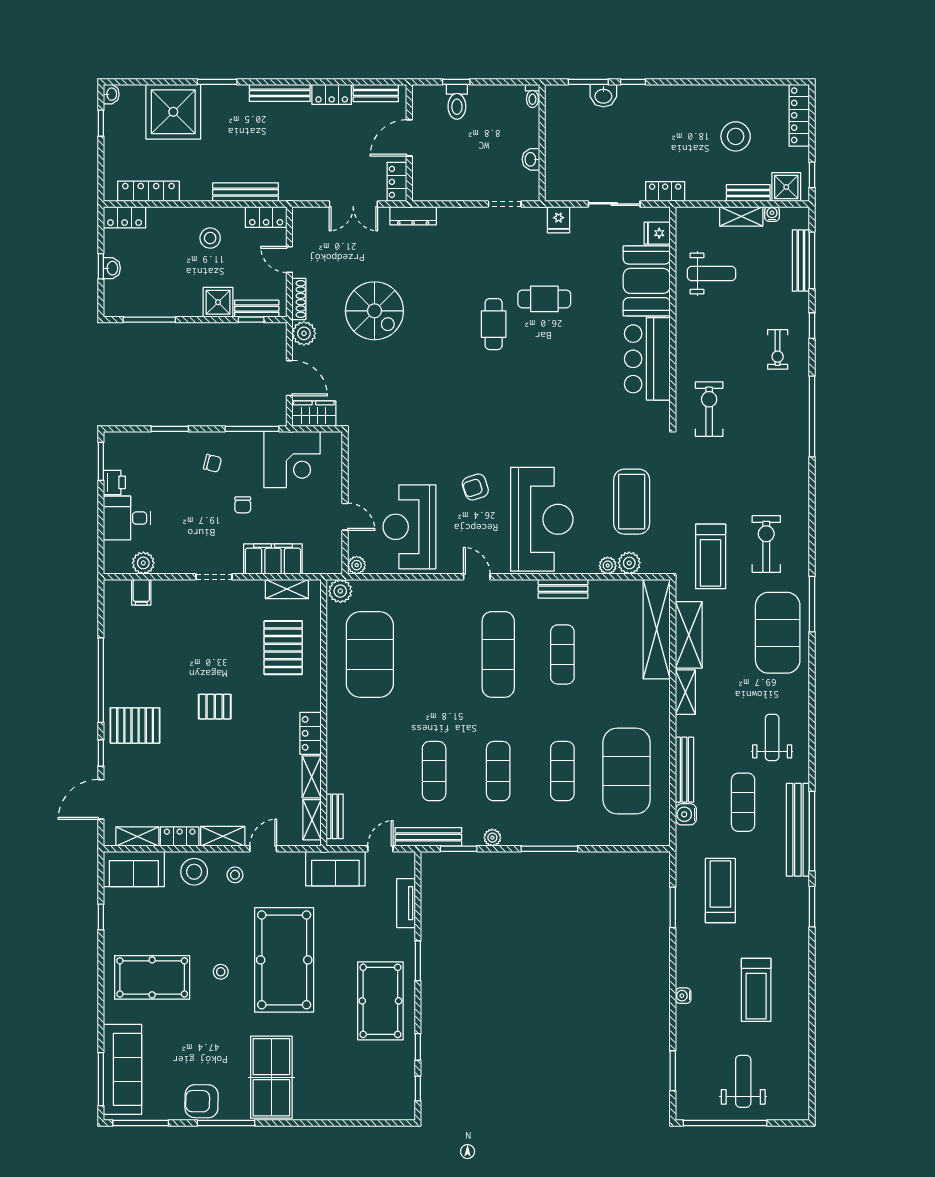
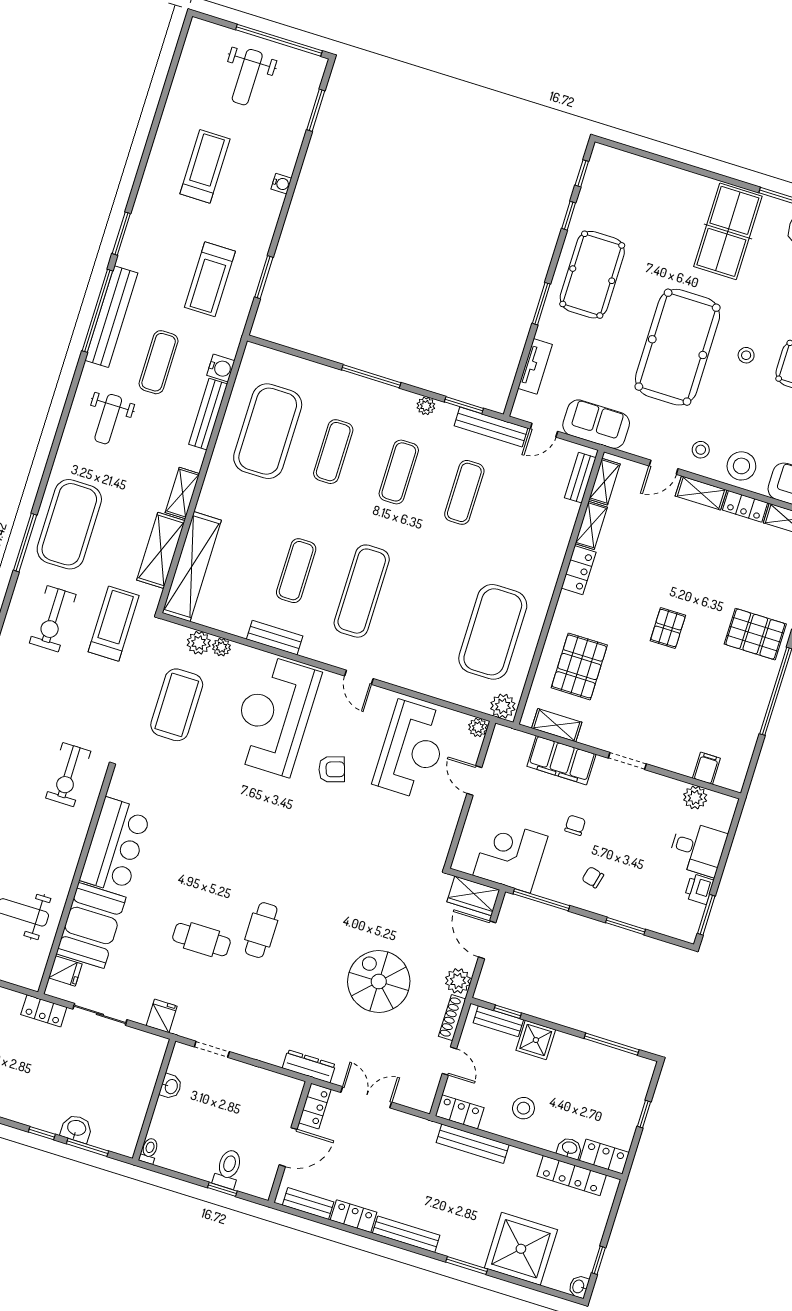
washbasin: (112, 268) -> (569, 1148), moved, turned 90
pallet: (215, 707) -> (668, 628), turned 90

